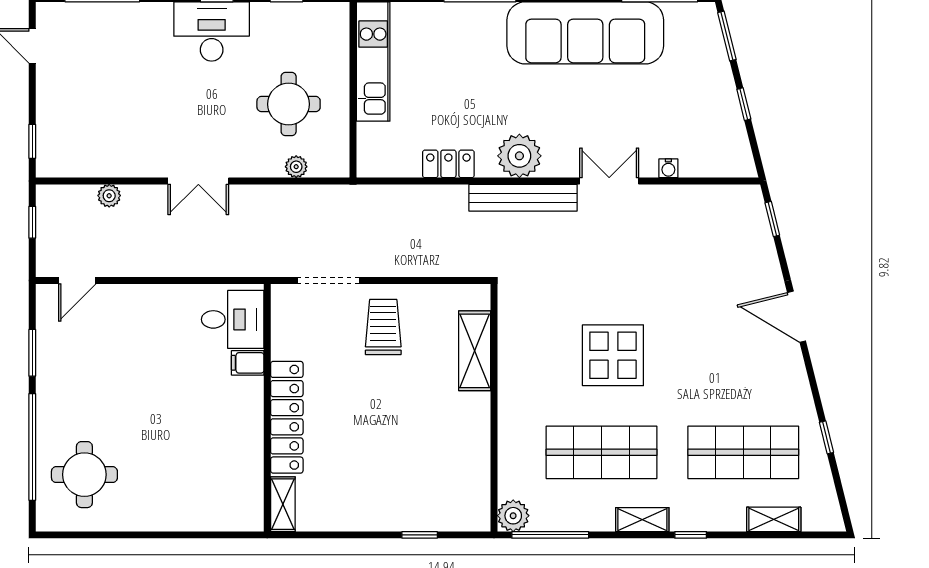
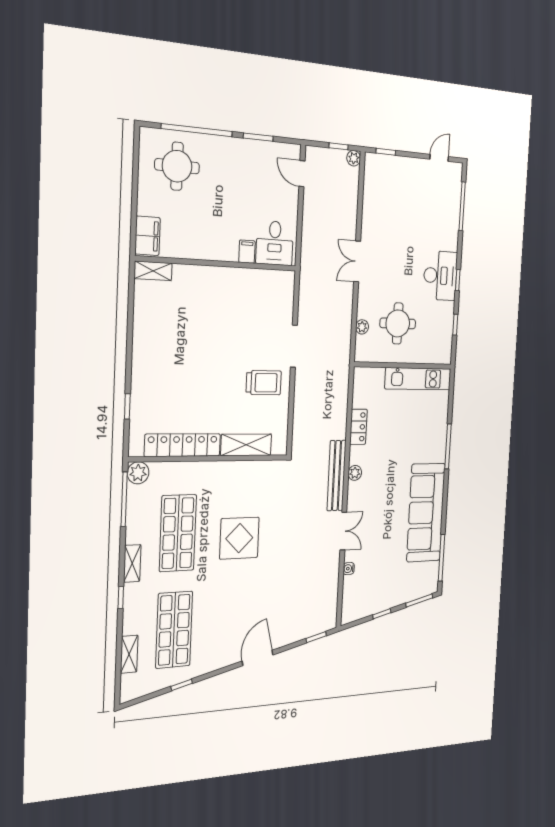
plant: (519, 156) -> (355, 473), width x0.53, depth x0.53
plant: (109, 196) -> (354, 158), moved
desk: (233, 319) -> (275, 243), moved
filing cabinet: (248, 363) -> (247, 252), moved
wall: (267, 408) -> (218, 264), moved
locker: (287, 417) -> (183, 445), moved, turned 180
shelving: (283, 504) -> (153, 271), moved
filing cabinet: (183, 514) -> (147, 236), added

